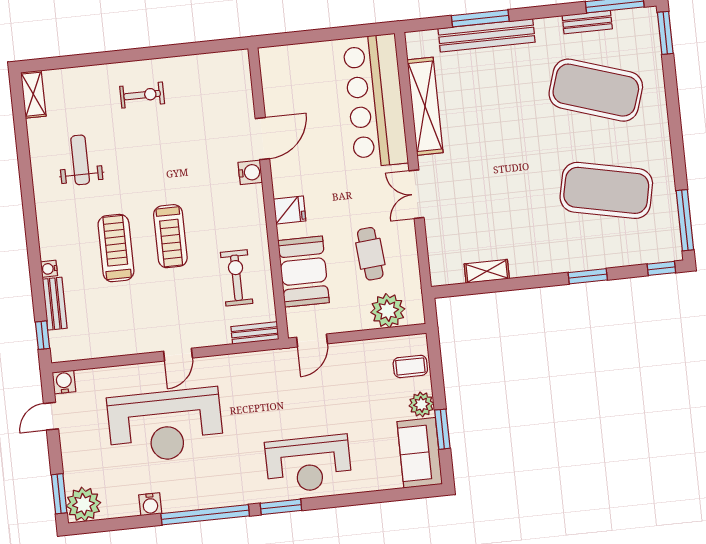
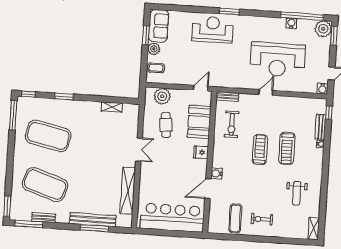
exercise mat: (196, 87) -> (235, 218), added
bar counter: (375, 101) -> (172, 218), moved, turned -90
reception desk: (165, 425) -> (278, 60), turned 180
window: (205, 515) -> (302, 16), moved

